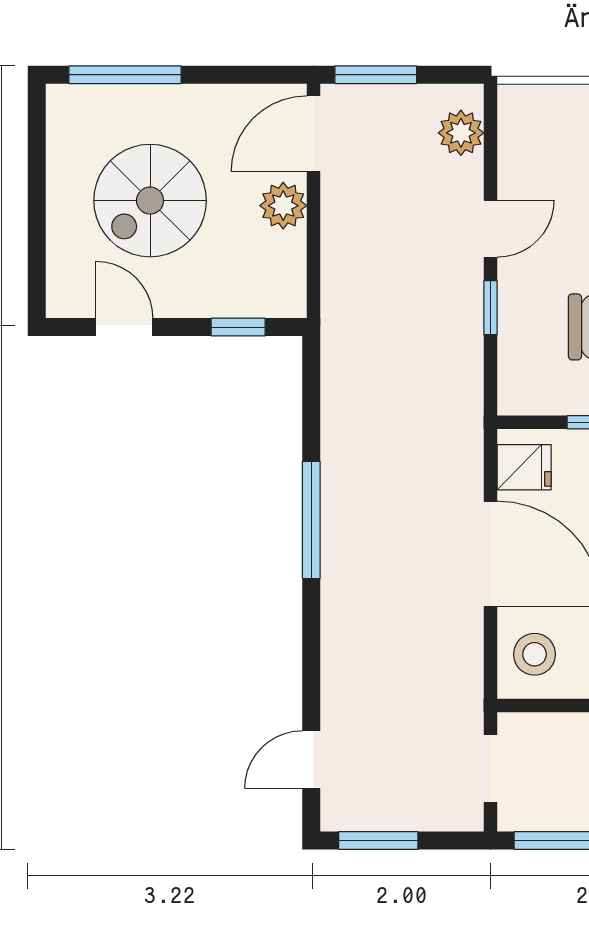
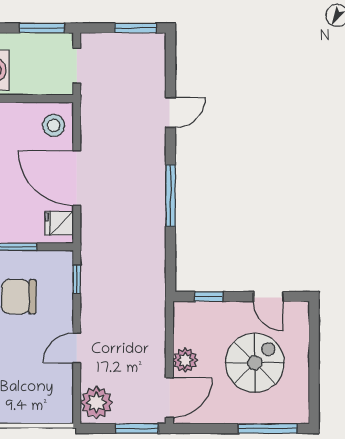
plant: (461, 133) -> (97, 403), width x1.36, depth x1.36
window: (490, 308) -> (77, 279), moved
door: (311, 760) -> (171, 113), moved

